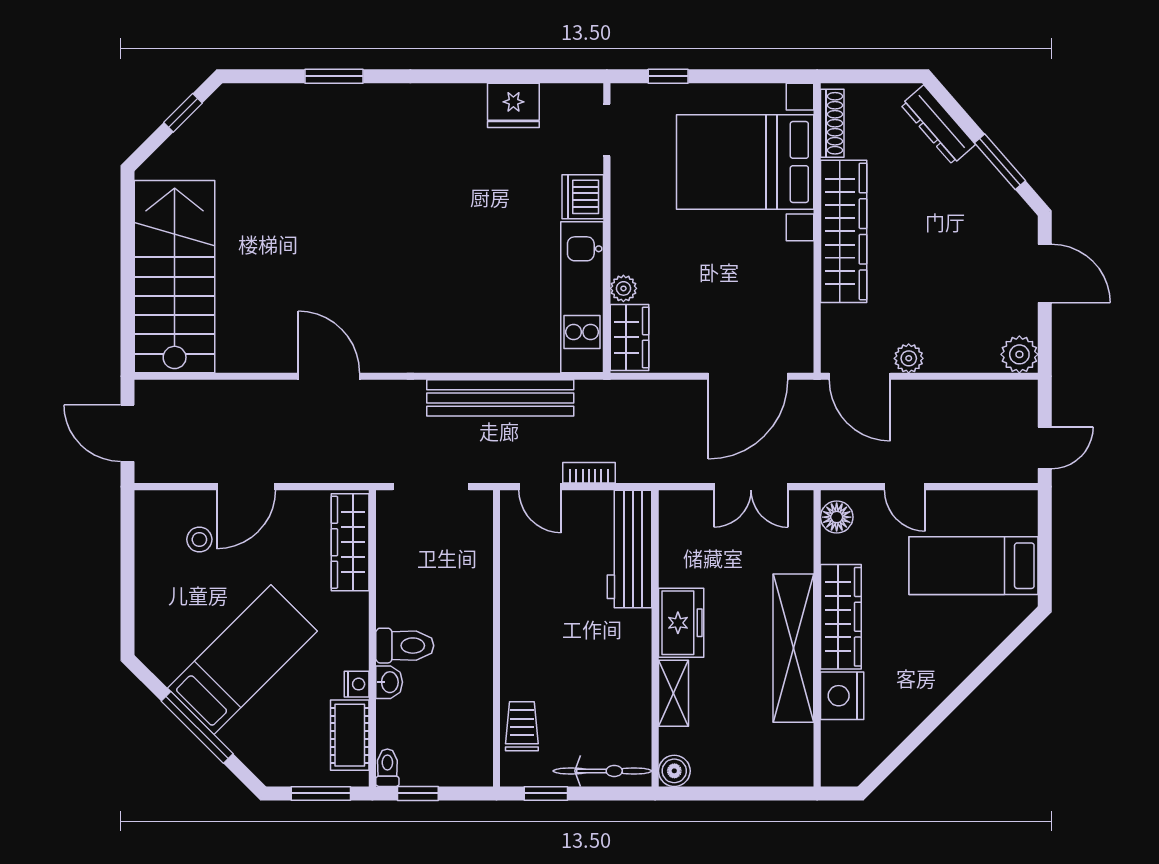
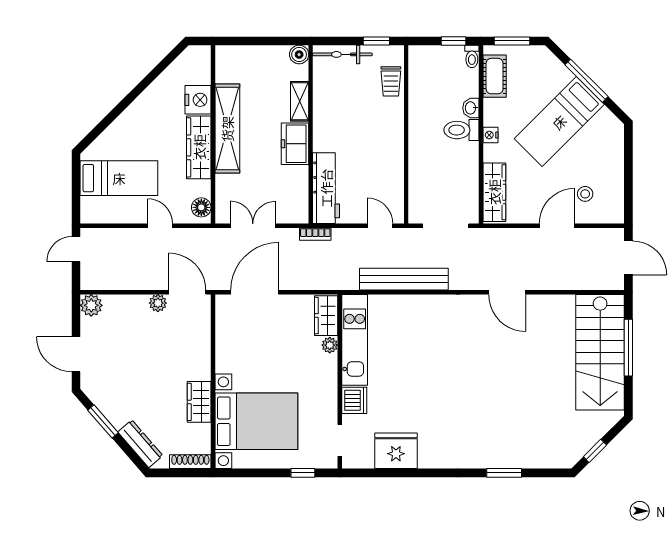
fridge: (513, 105) -> (396, 451), width x1.36, depth x1.34
shoe rack: (832, 123) -> (190, 462), moved, turned 90
wardrobe: (844, 231) -> (199, 402), width x0.48, depth x0.85
window: (128, 284) -> (628, 348), added
bookcase: (589, 473) -> (315, 234), moved
nightstand: (357, 684) -> (490, 135), moved

